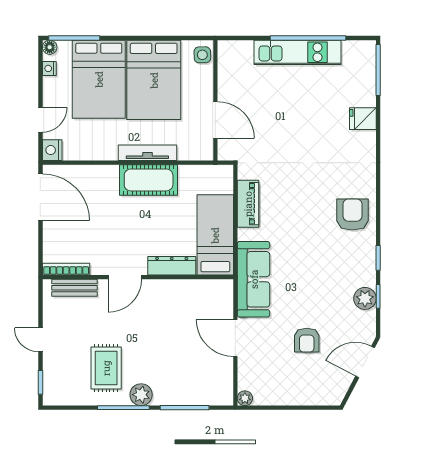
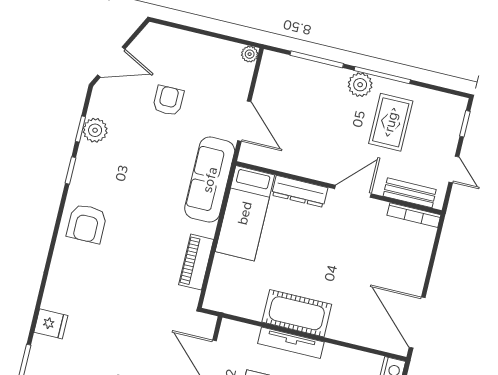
bed: (215, 235) -> (245, 213), moved
dresser: (172, 266) -> (300, 191), moved
bookcase: (66, 269) -> (414, 215), moved
door: (125, 277) -> (353, 191), moved
wall: (138, 277) -> (339, 188), moved
bench: (75, 288) -> (410, 193), moved

